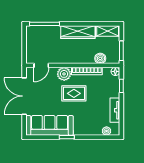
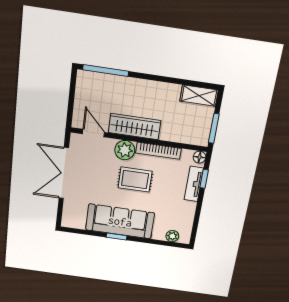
wardrobe: (78, 32) -> (135, 127), moved, turned 180
boiler: (100, 58) -> (181, 135), removed
door: (41, 65) -> (93, 133), swing flipped
tv unit: (115, 110) -> (194, 184), moved
sofa: (50, 125) -> (120, 221), moved

